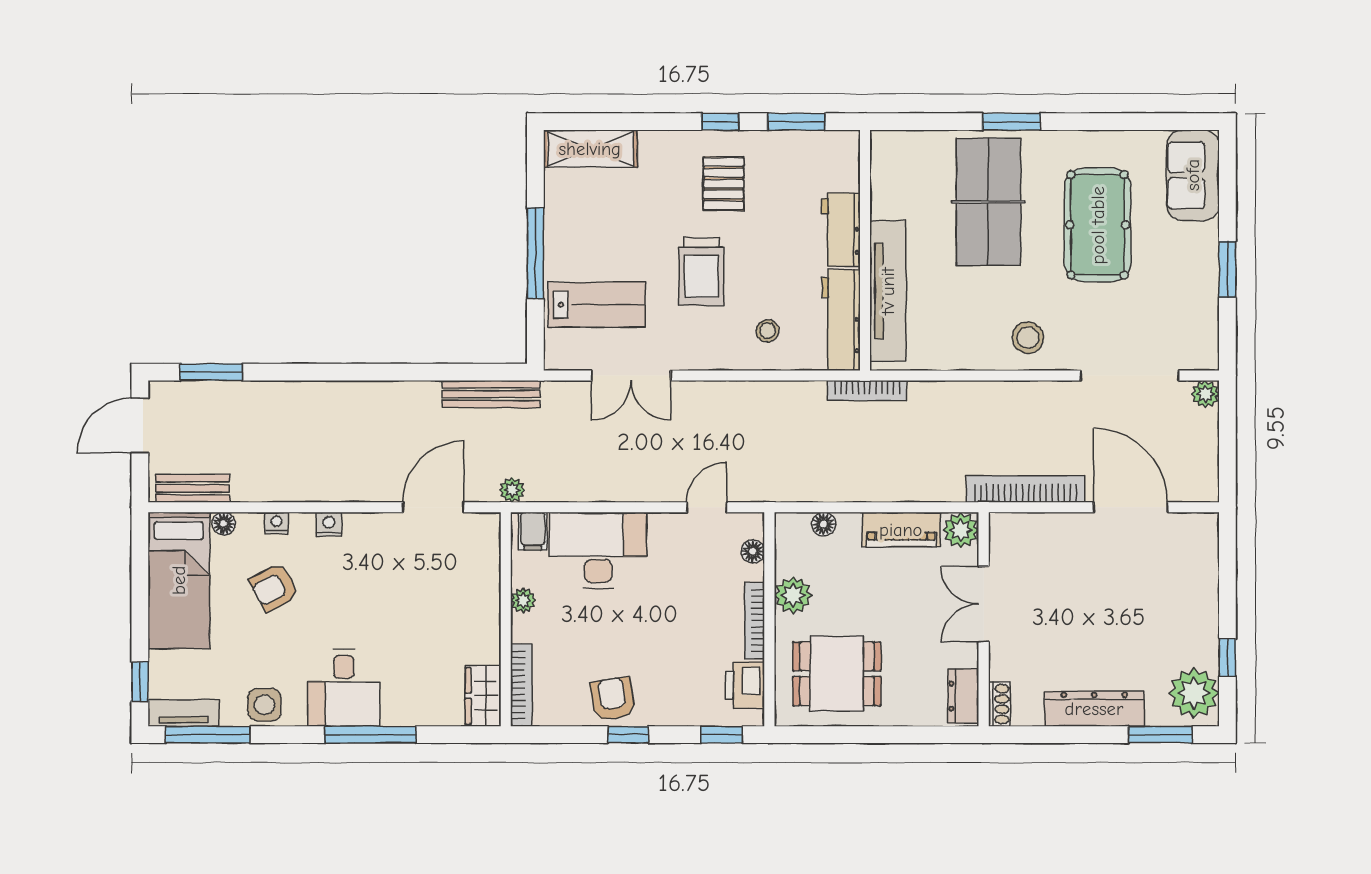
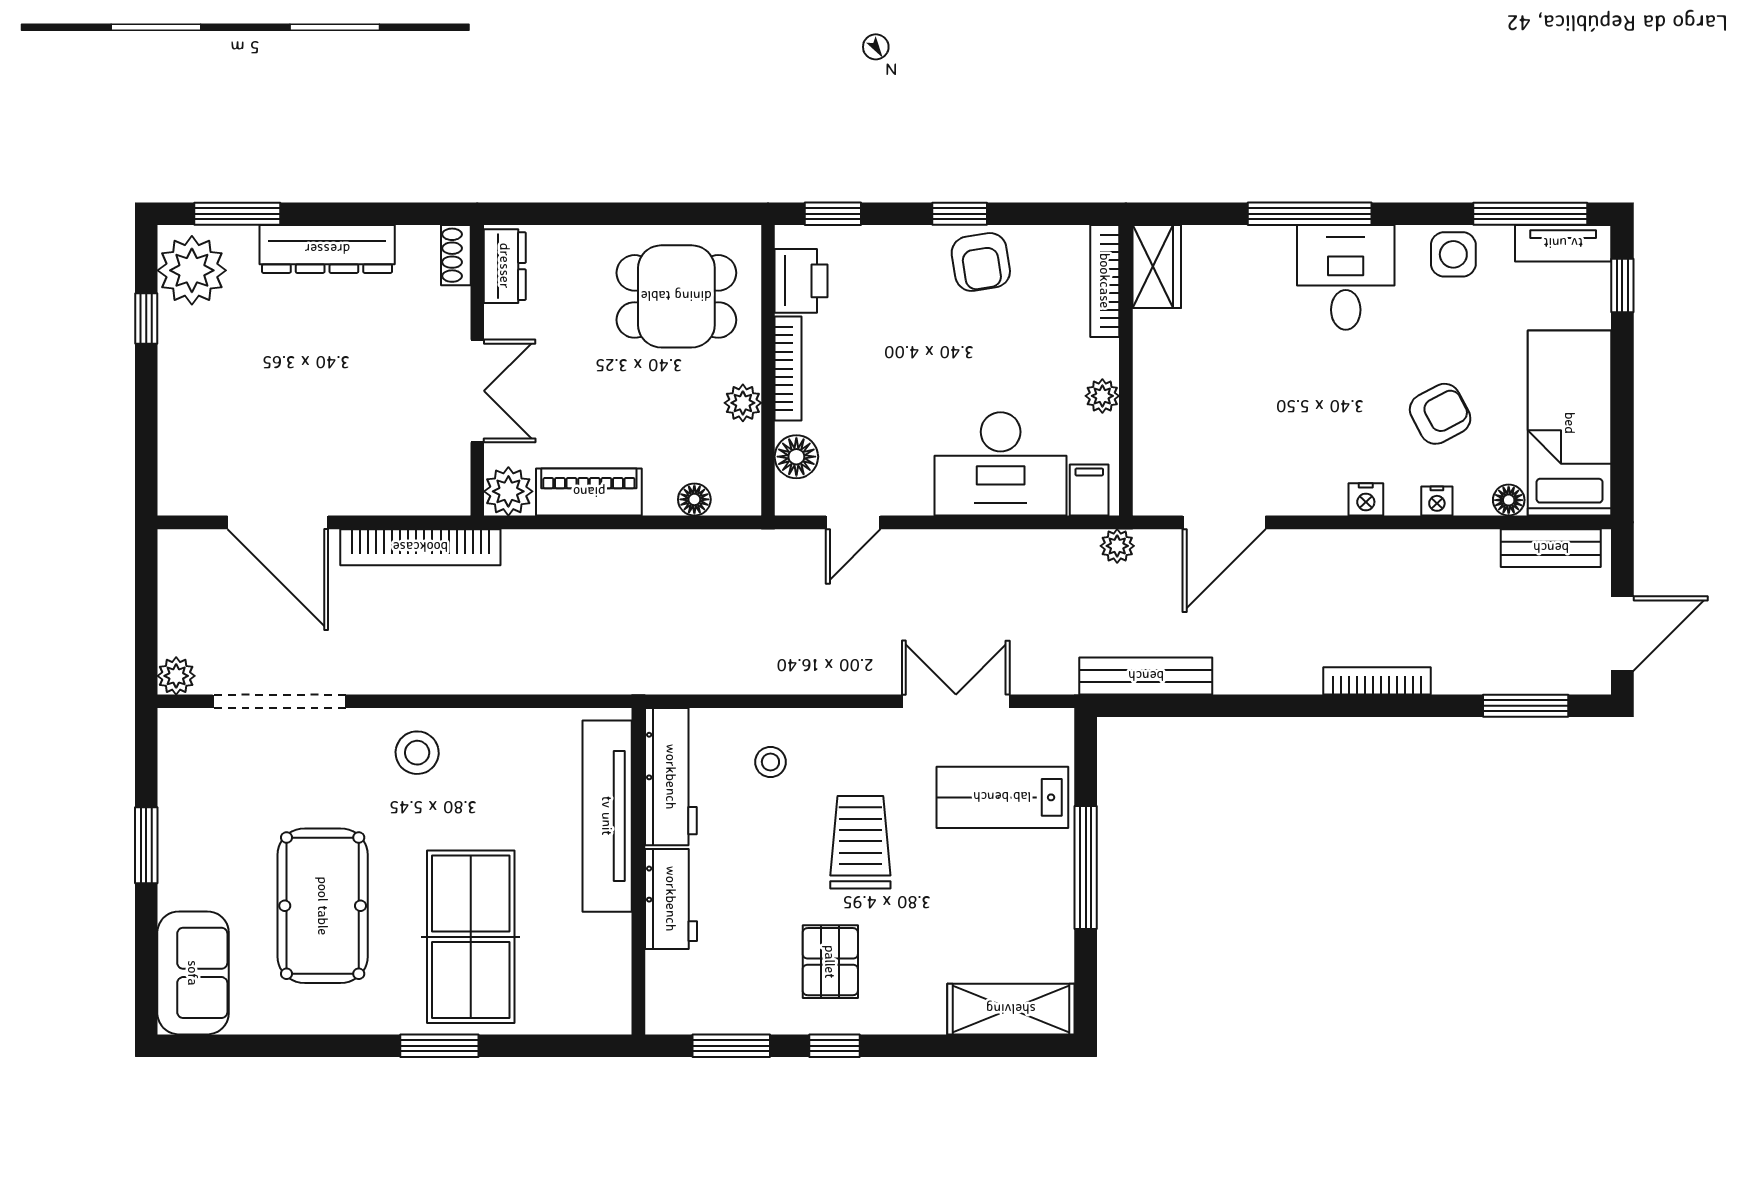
bookcase: (867, 391) -> (1377, 681), moved
floor lamp: (753, 551) -> (796, 457), width x1.37, depth x1.37
plant: (793, 595) -> (743, 403), width x0.73, depth x0.73

